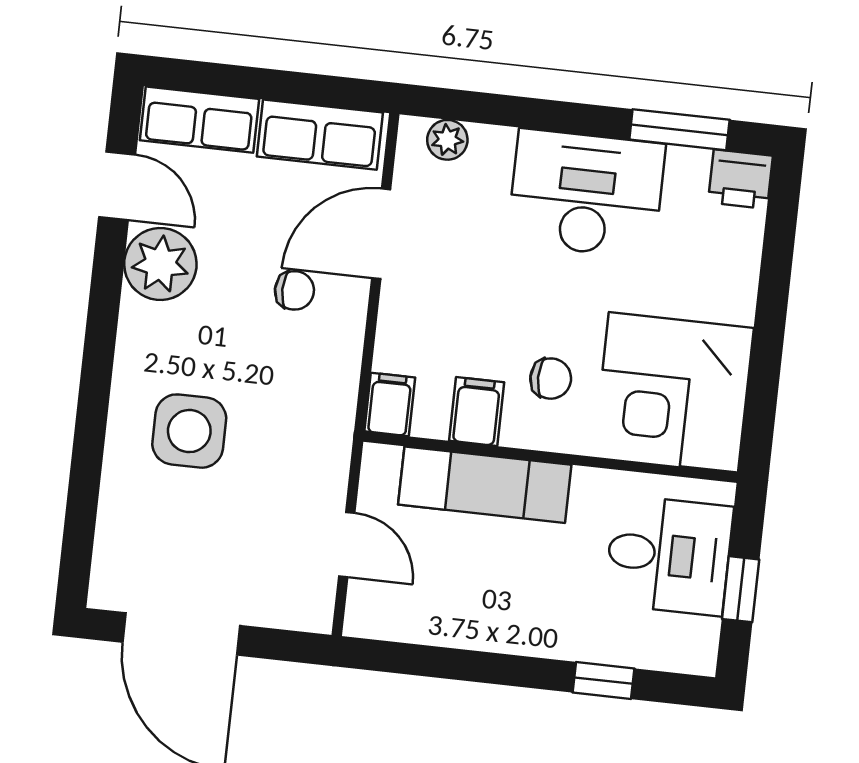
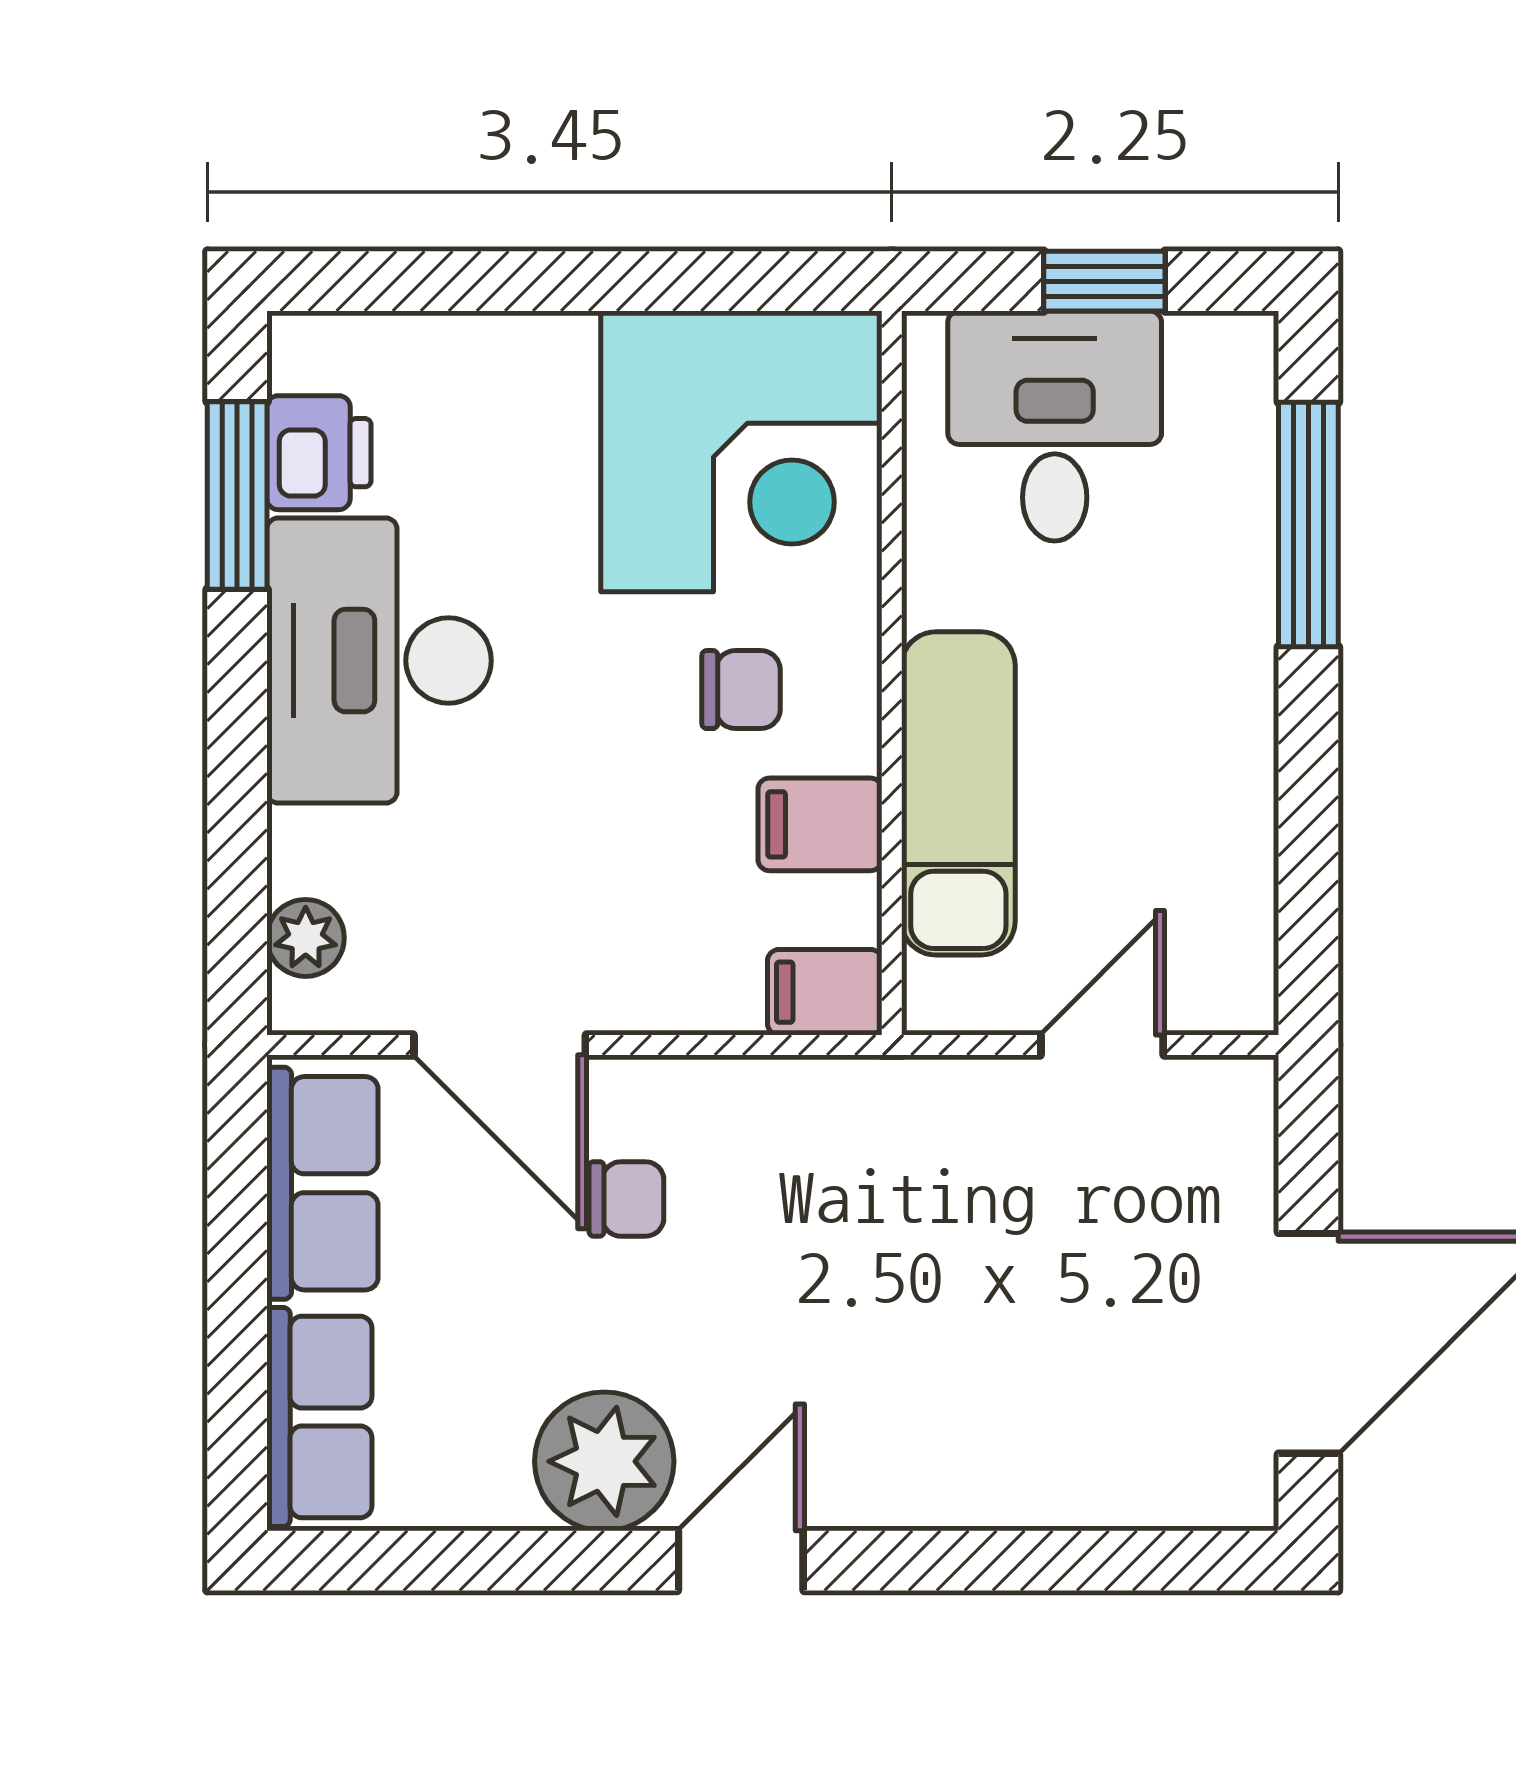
printer: (740, 179) -> (319, 453), moved
door: (117, 186) -> (741, 1561), moved
chair: (294, 290) -> (626, 1199), turned 90
chair: (551, 379) -> (741, 690), turned 90
side table: (189, 431) -> (918, 1371), removed
window: (604, 681) -> (1308, 524), width x2.17

